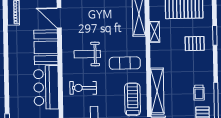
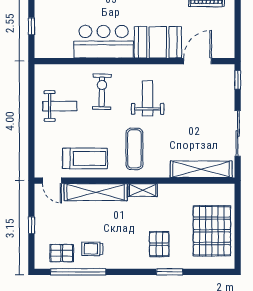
shelving: (155, 32) -> (143, 190), moved

